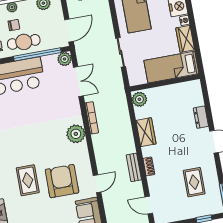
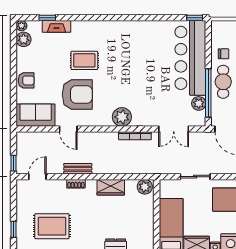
plant: (65, 59) -> (199, 103), moved
rug: (194, 182) -> (52, 226), width x1.36, depth x1.43

